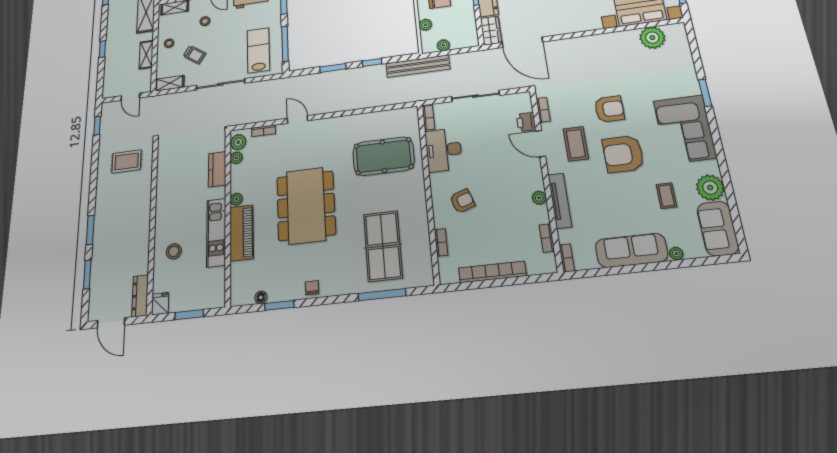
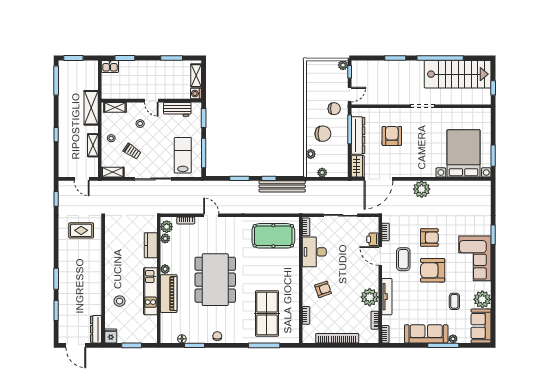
plant: (652, 38) -> (422, 189), moved
door: (522, 42) -> (378, 179), hinge flipped
bench: (418, 66) -> (282, 186), moved
pool table: (383, 156) -> (273, 236), moved
plant: (539, 198) -> (370, 297), width x1.87, depth x1.87
window: (663, 266) -> (443, 345), added

